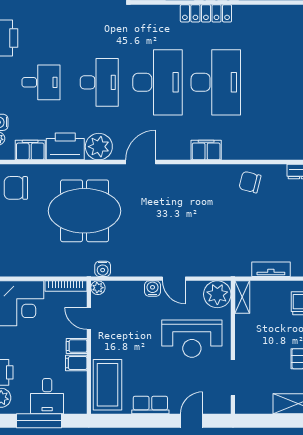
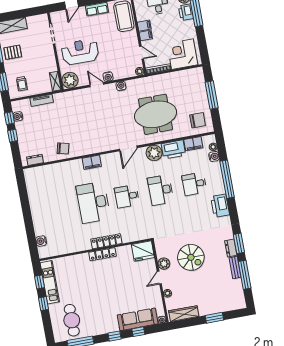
desk: (157, 82) -> (127, 196), width x0.53, depth x0.77
water cooler: (103, 269) -> (121, 86), moved

